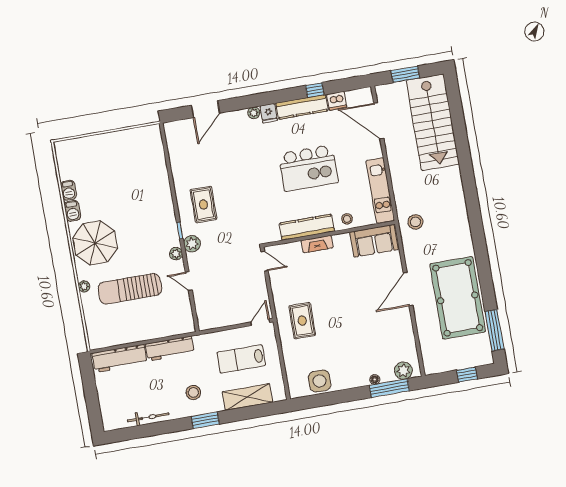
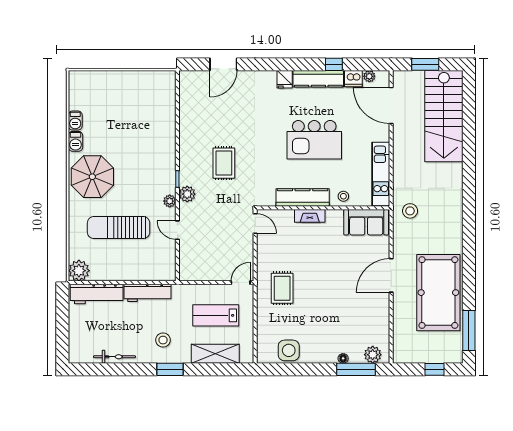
plant: (254, 113) -> (369, 76), moved
rug: (203, 205) -> (224, 163), moved
plant: (84, 286) -> (79, 271), moved, width x1.88, depth x1.88

